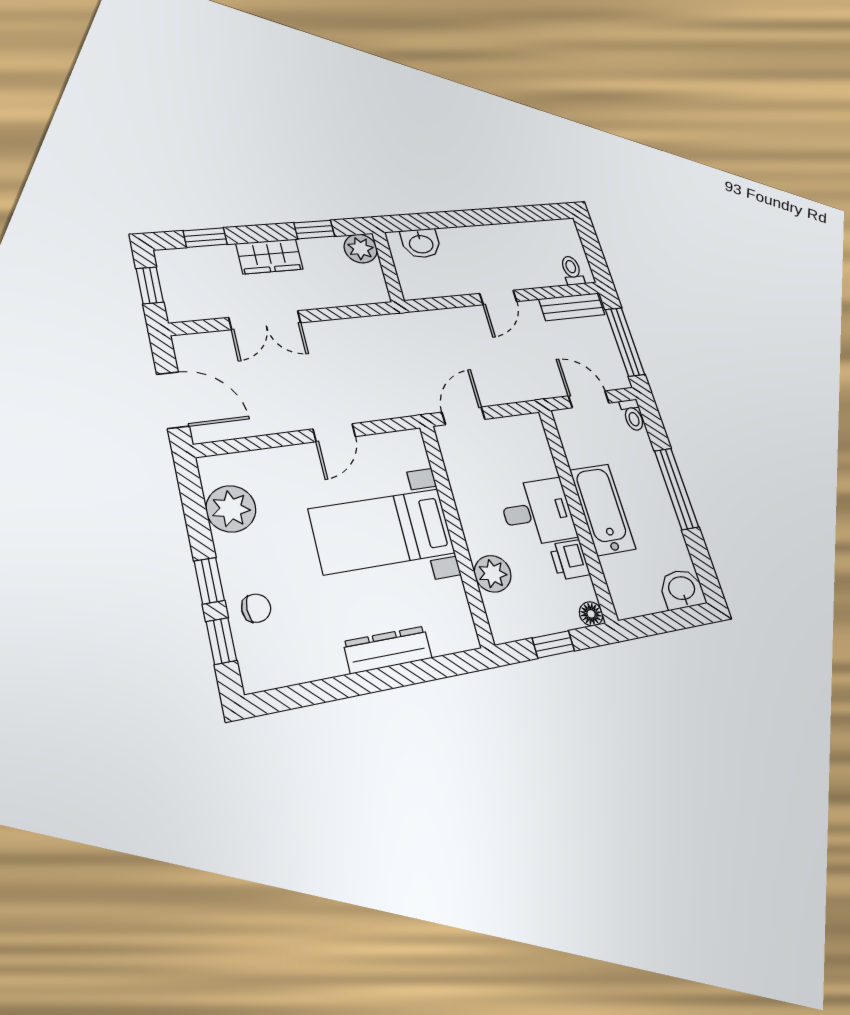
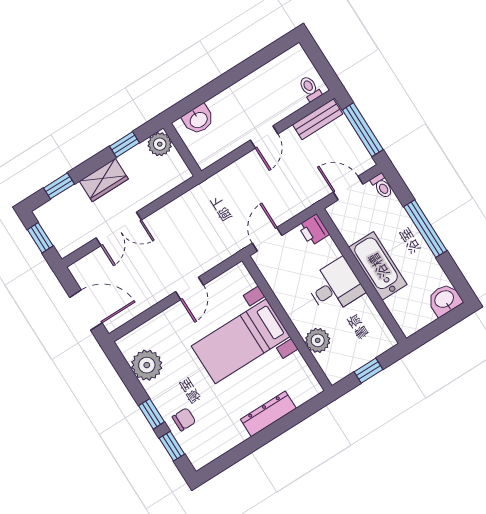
printer: (570, 560) -> (314, 230), moved
floor lamp: (591, 614) -> (388, 341), removed

